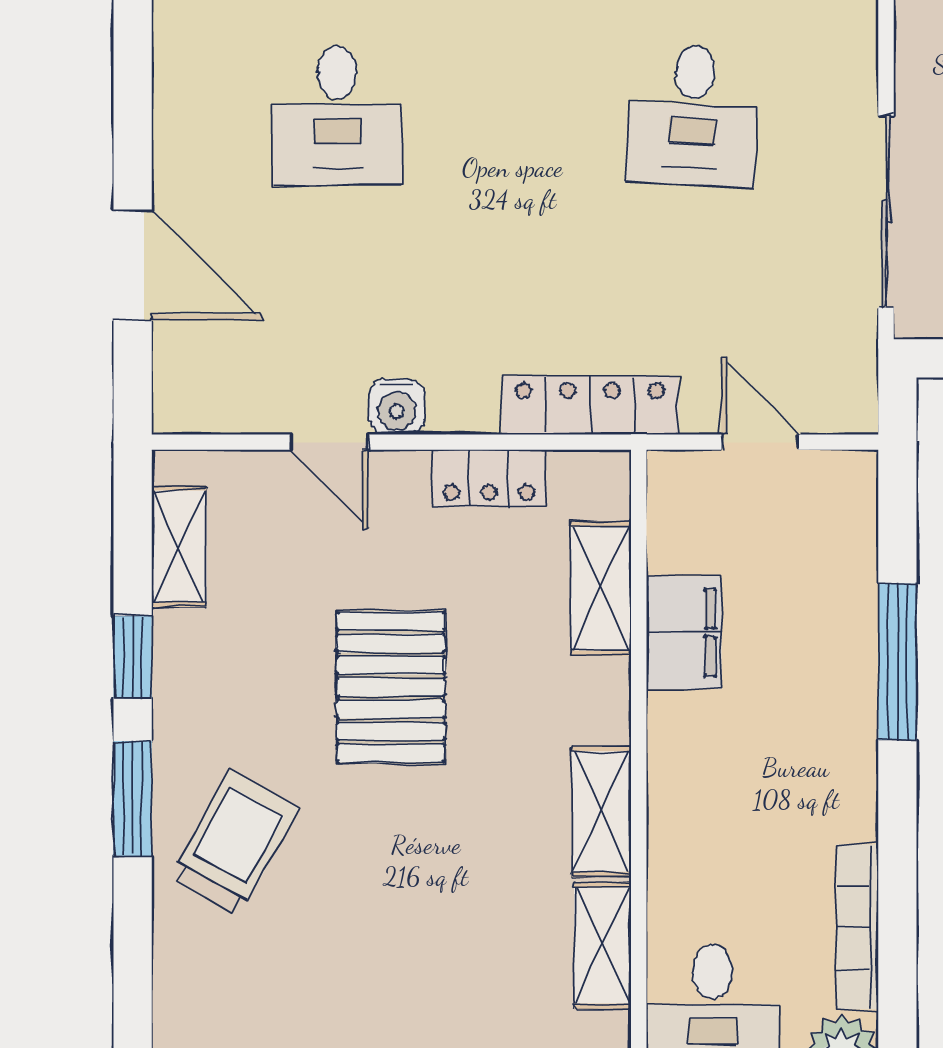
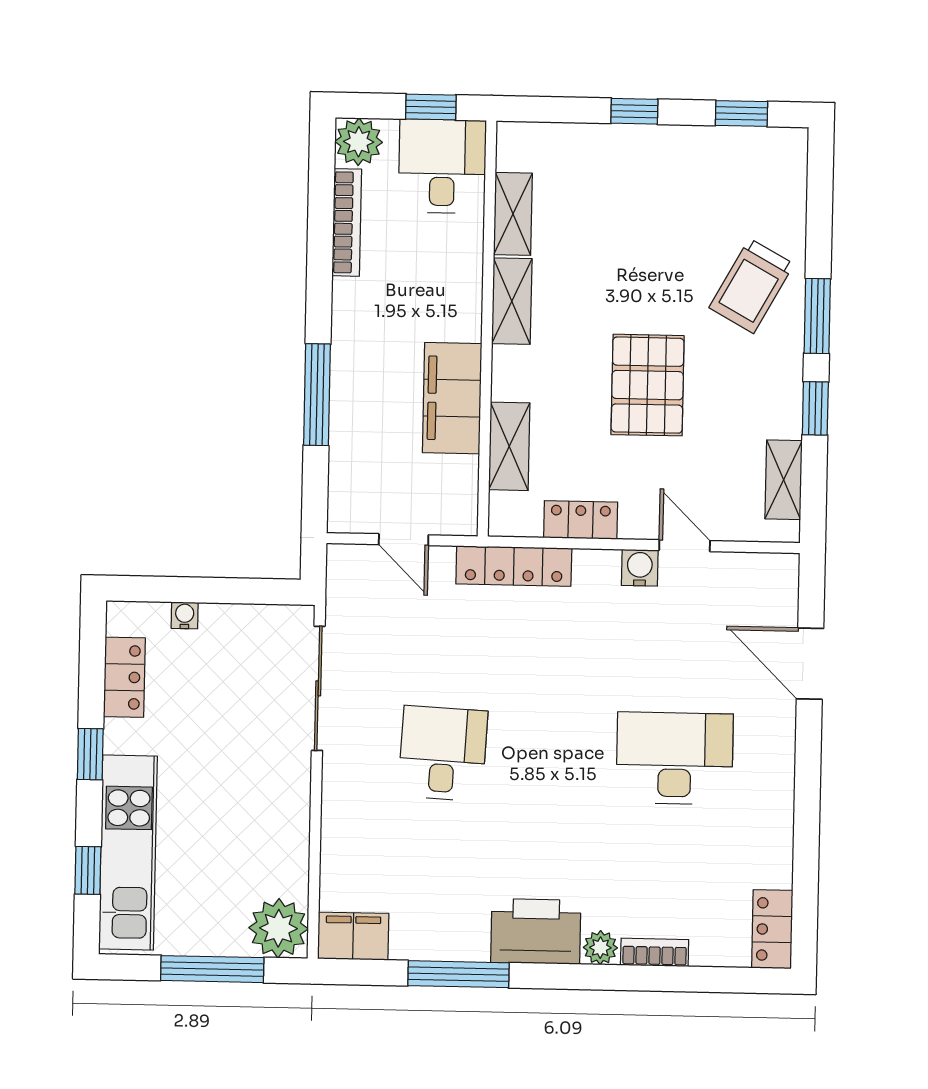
desk: (337, 116) -> (675, 758), width x1.37
filing cabinet: (684, 633) -> (452, 398), width x1.50, depth x1.17

